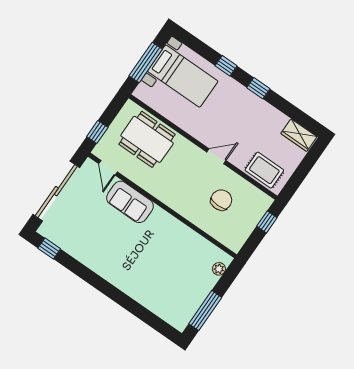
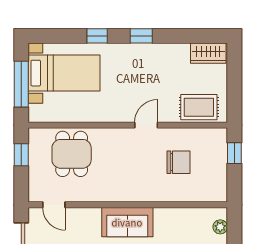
window: (97, 132) -> (21, 155), moved
dining table: (147, 139) -> (72, 154), width x0.73
chair: (221, 200) -> (178, 162), turned 90
sofa: (130, 202) -> (127, 222), moved

